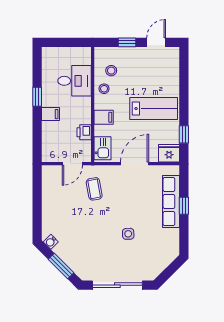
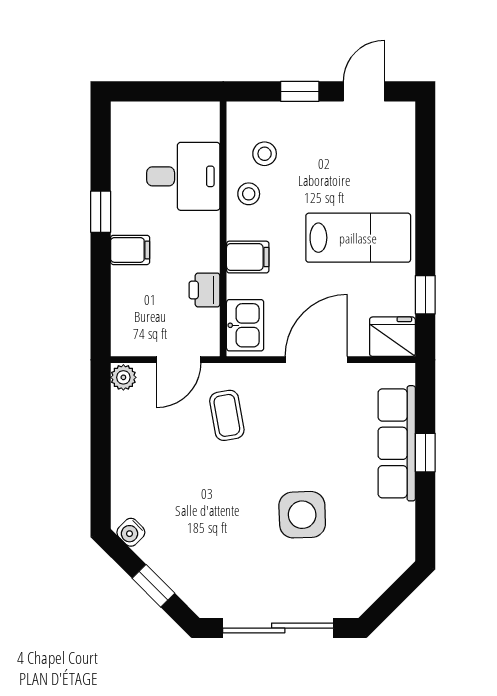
plant: (47, 172) -> (123, 377), added
side table: (128, 234) -> (302, 515), width x1.87, depth x1.87
window: (61, 266) -> (153, 586), width x0.67

